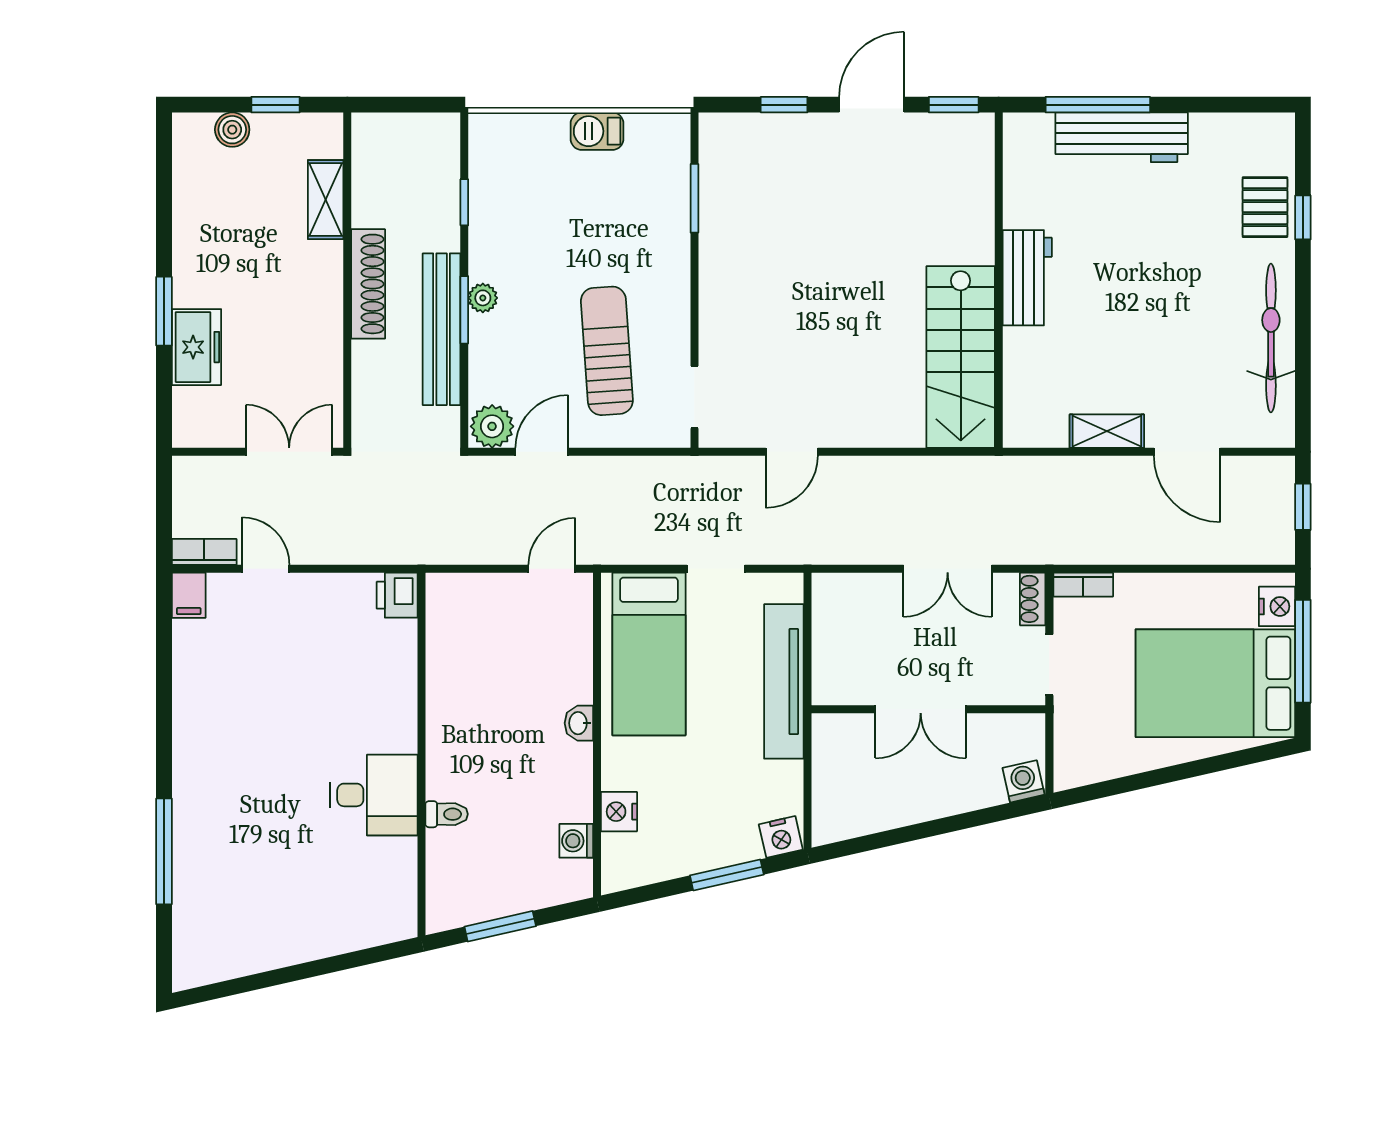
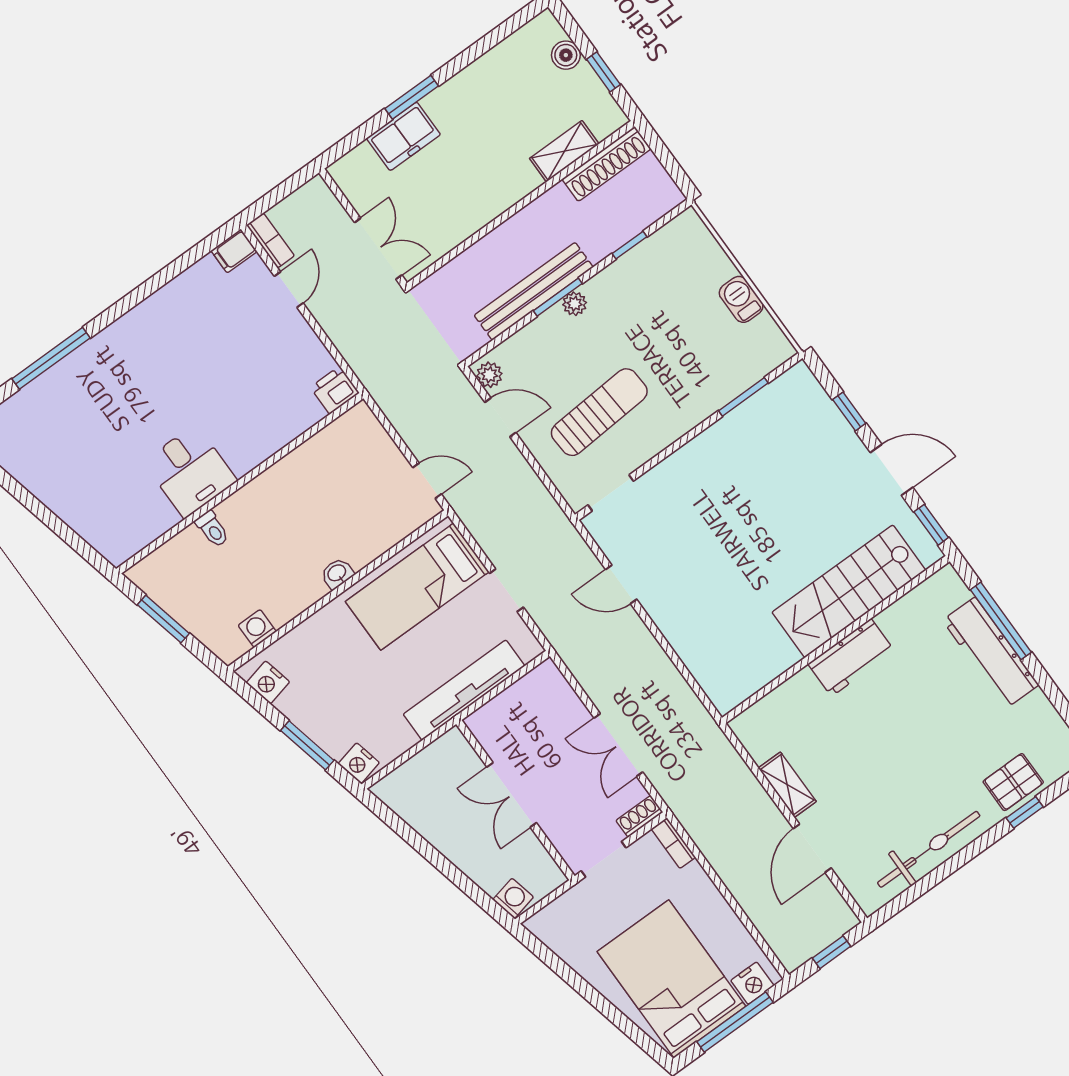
shoe rack: (368, 284) -> (606, 164), moved
stairs: (961, 357) -> (849, 591), moved
plant: (492, 426) -> (489, 375), width x0.73, depth x0.73
nightstand: (619, 812) -> (268, 682), moved, turned -103

